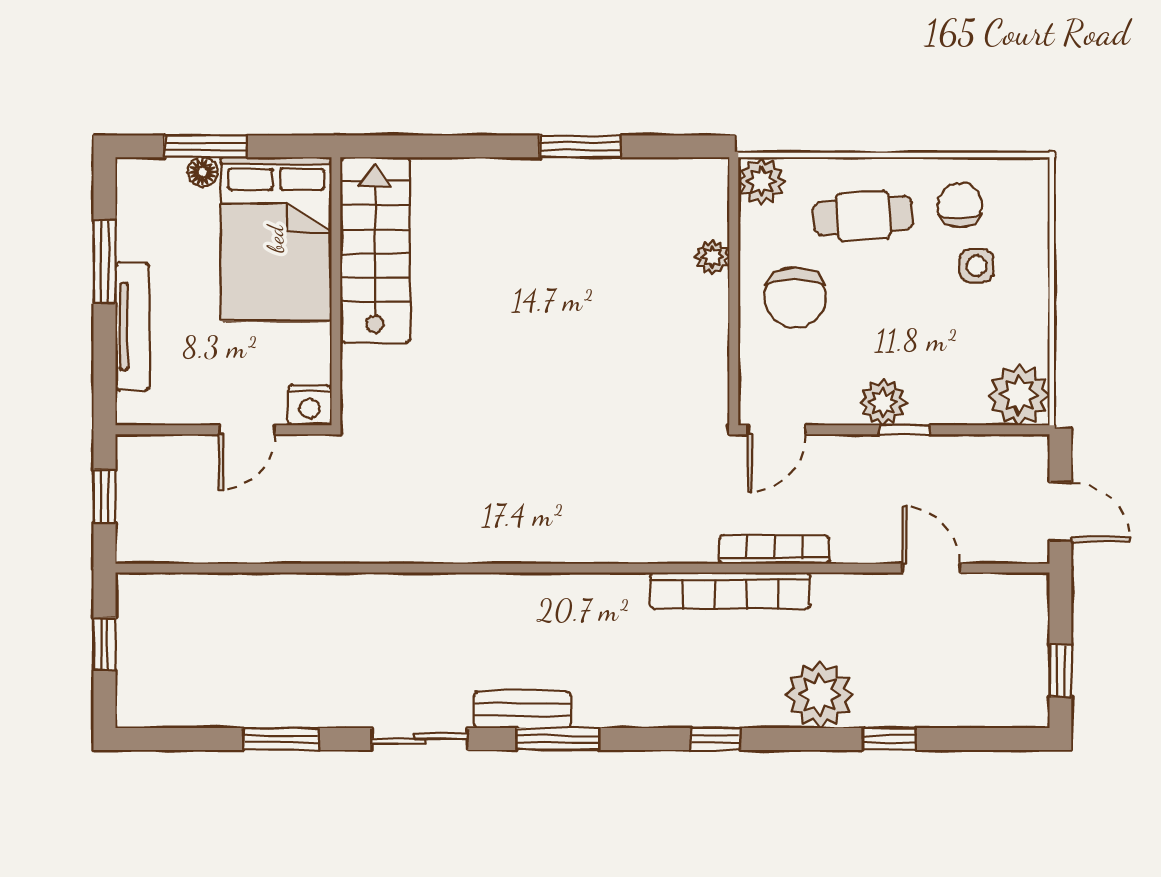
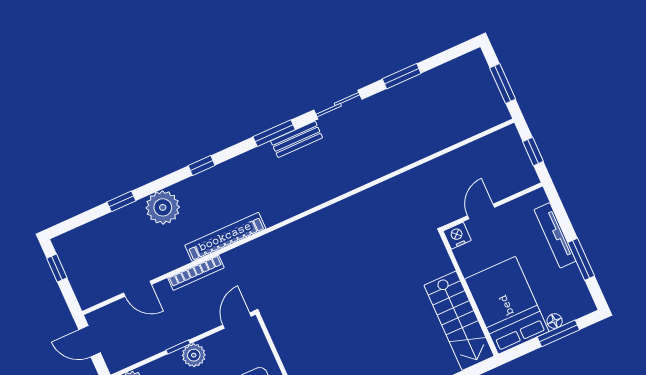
bookcase: (774, 550) -> (196, 273), moved
window: (104, 644) -> (503, 84), width x1.50

